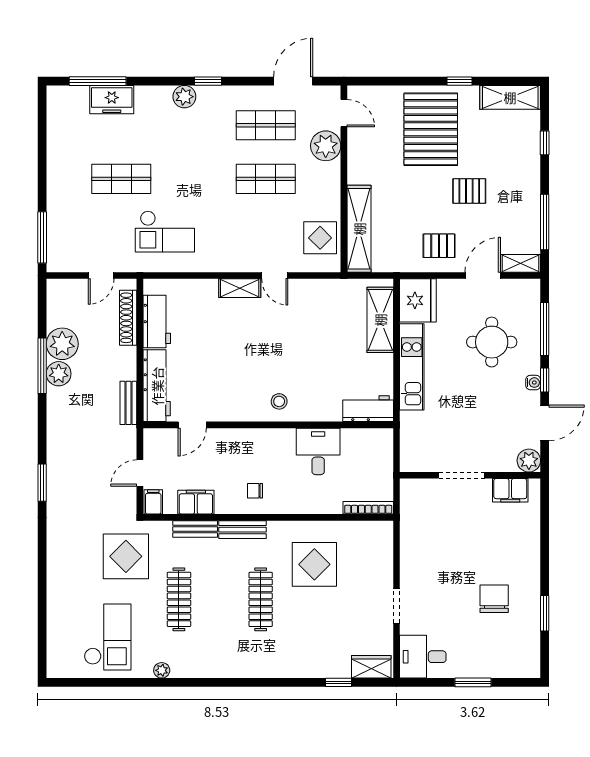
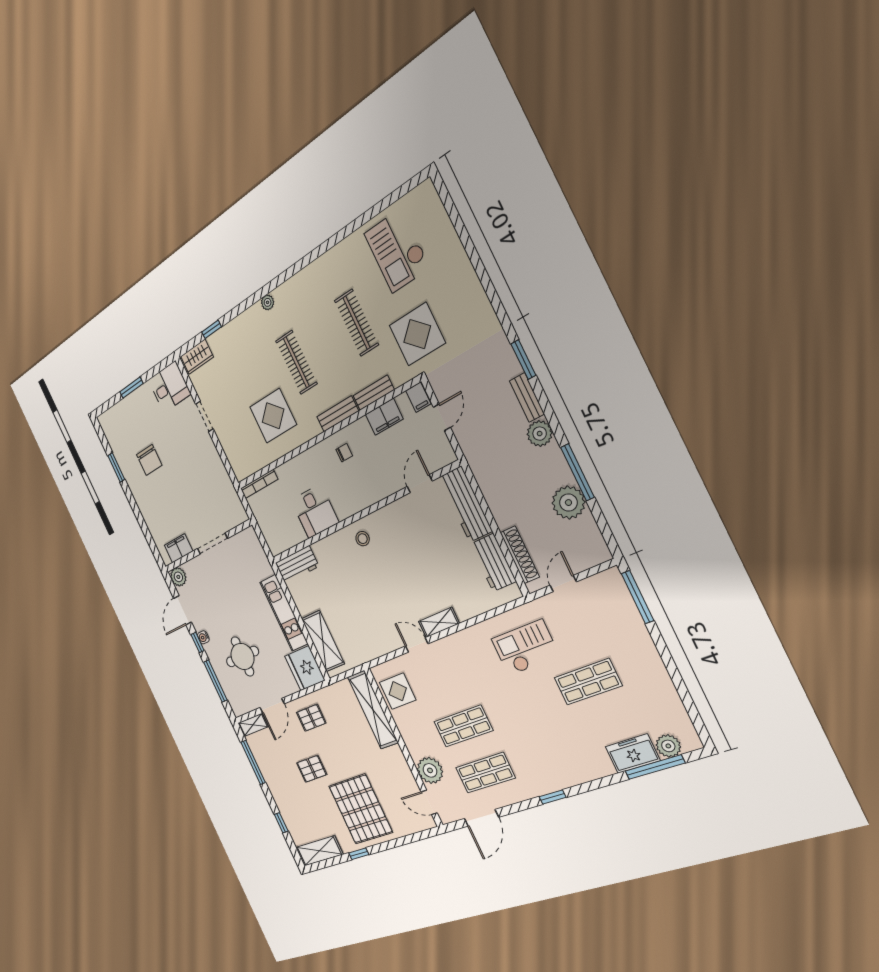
plant: (184, 97) -> (668, 746), moved
plant: (59, 374) -> (540, 434), moved
bench: (128, 403) -> (527, 397), moved
plant: (162, 670) -> (268, 302), moved

